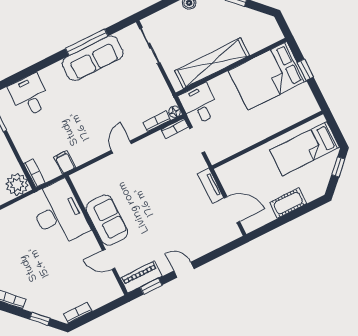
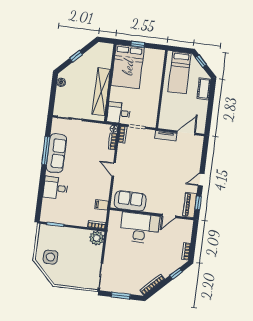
desk: (30, 96) -> (55, 188), moved
cot: (288, 203) -> (204, 89), moved
desk: (59, 214) -> (140, 228), moved
sofa: (107, 220) -> (130, 201), moved

